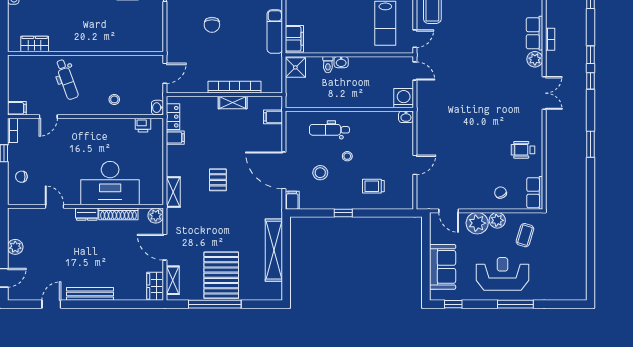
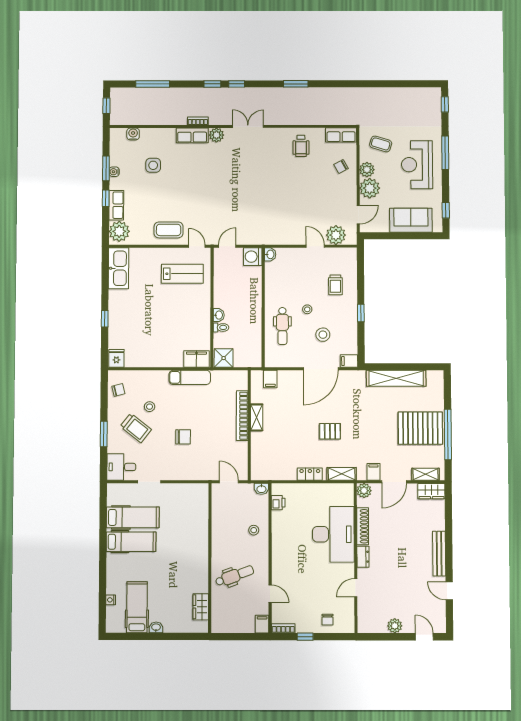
locker: (173, 117) -> (310, 474), moved
filing cabinet: (175, 138) -> (374, 472), moved
plant: (427, 187) -> (336, 235), added
window: (568, 304) -> (445, 104), added

